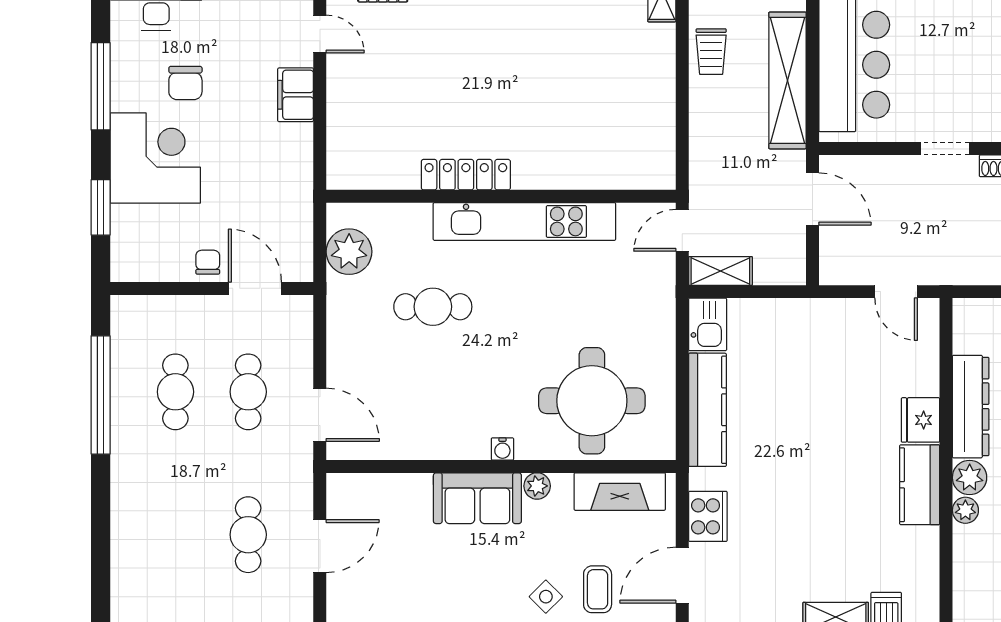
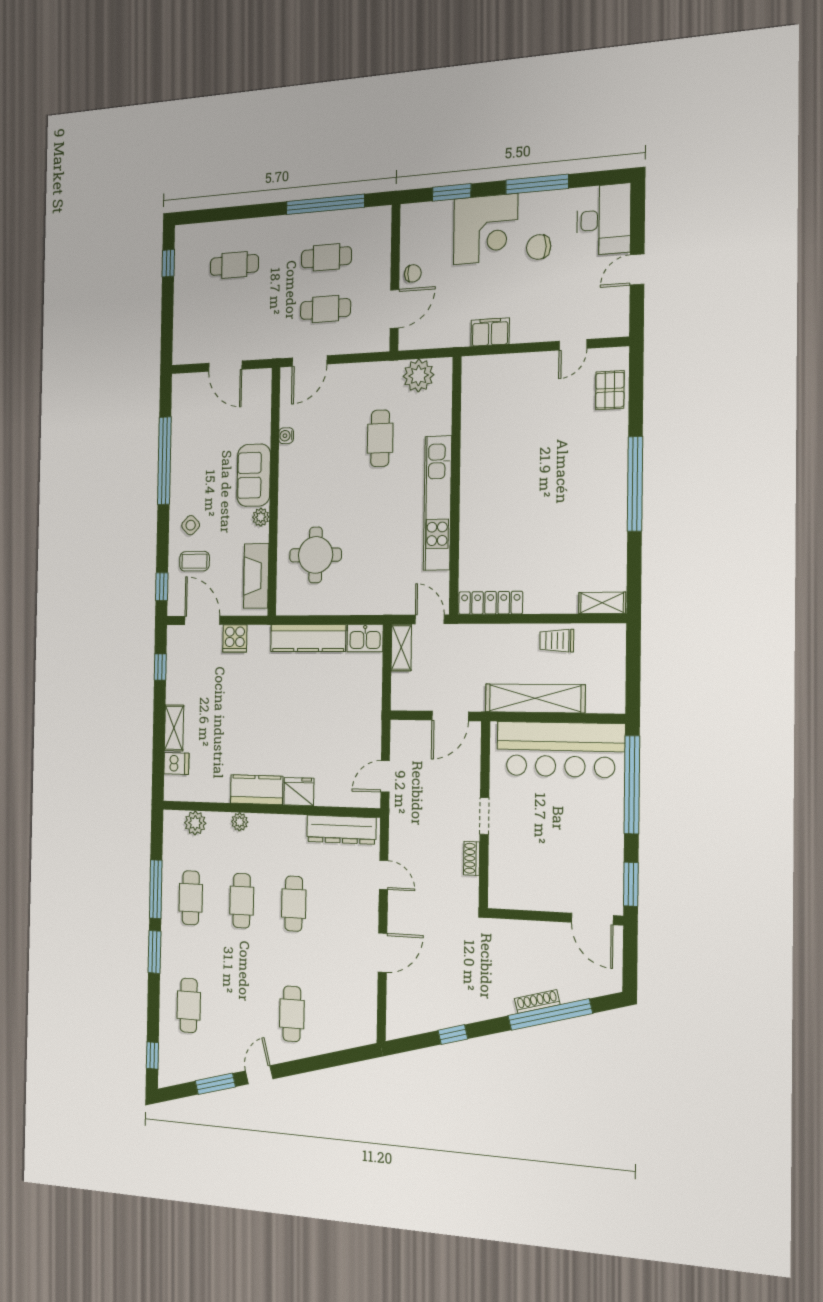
filing cabinet: (296, 95) -> (490, 332), moved
locker: (466, 175) -> (491, 603), moved, turned -90
round table: (592, 401) -> (316, 555), width x0.73, depth x0.73
dresser: (971, 407) -> (341, 830), moved
water cooler: (502, 449) -> (286, 436), moved
plant: (970, 478) -> (195, 823), moved
cooker: (708, 516) -> (235, 638), width x0.73
cafe table: (248, 535) -> (234, 265), moved

